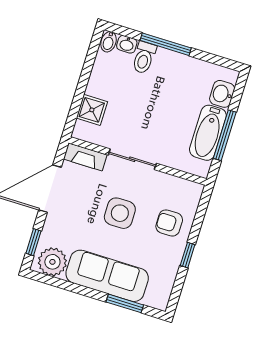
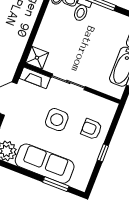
shower: (92, 110) -> (37, 58), moved

